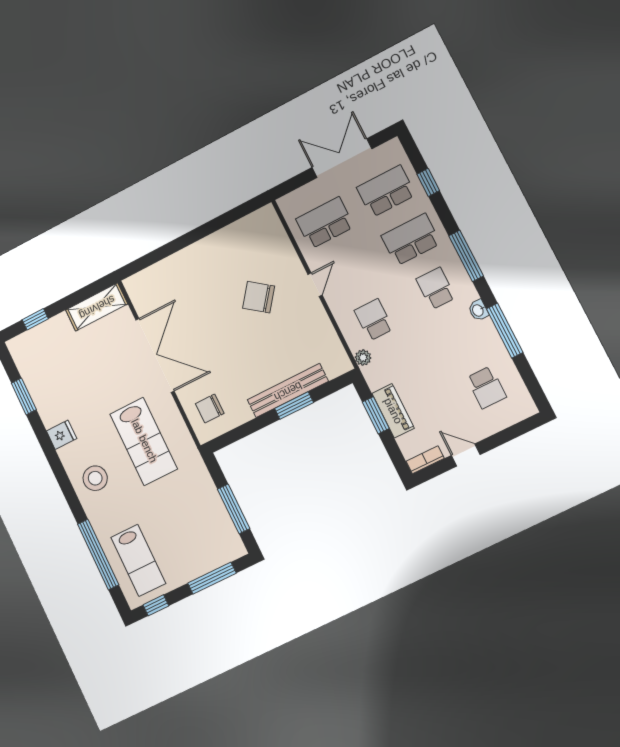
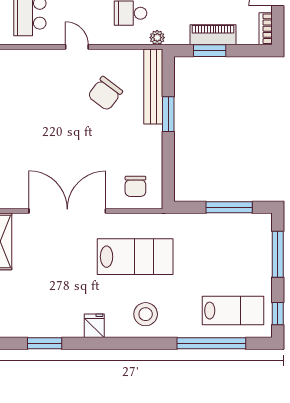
chair: (259, 297) -> (105, 94), moved
bench: (288, 391) -> (153, 86), moved

